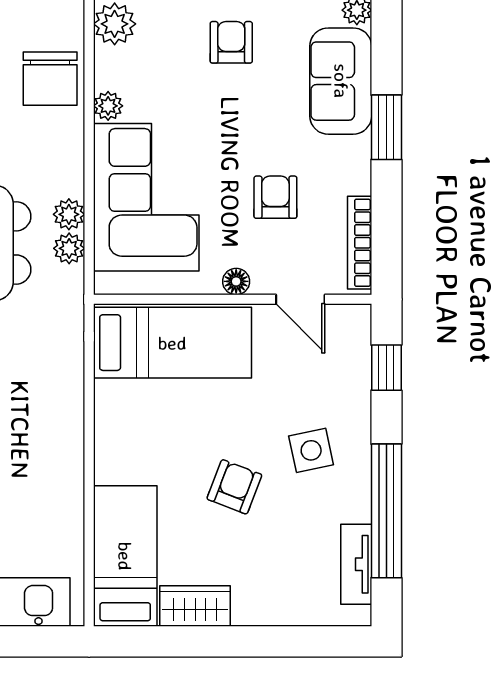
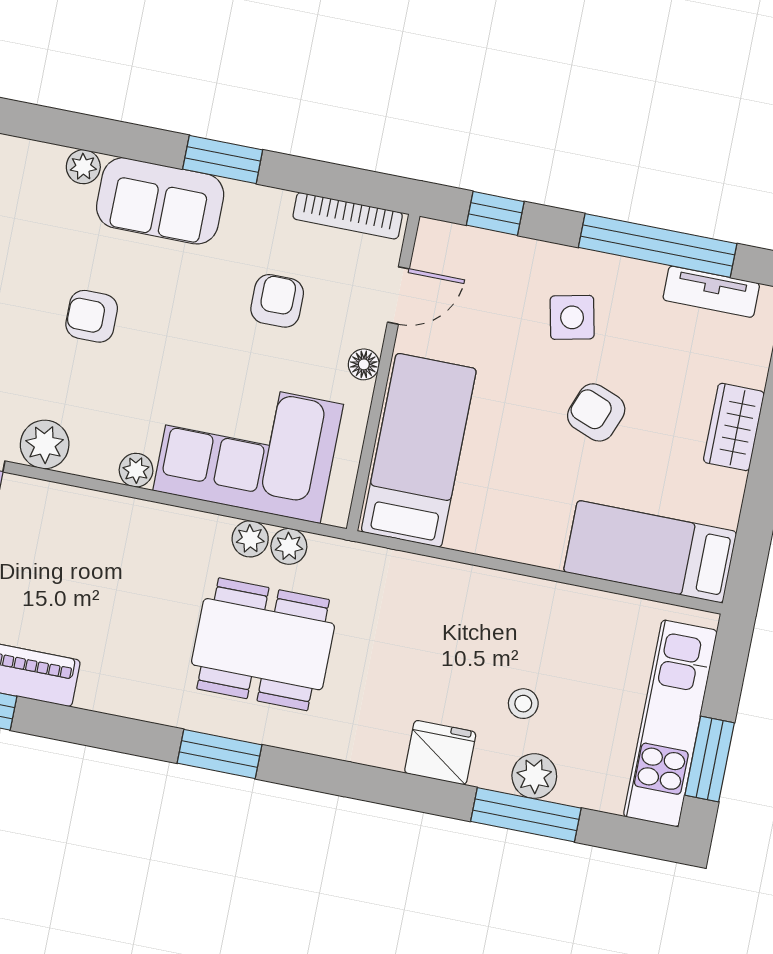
chair: (50, 79) -> (92, 530), removed
armchair: (275, 197) -> (277, 301), turned 90
wardrobe: (195, 606) -> (734, 427), moved

